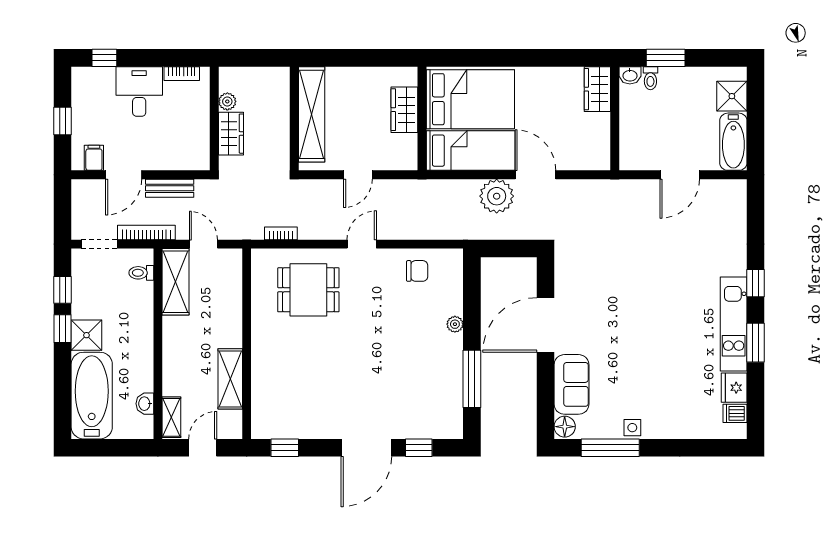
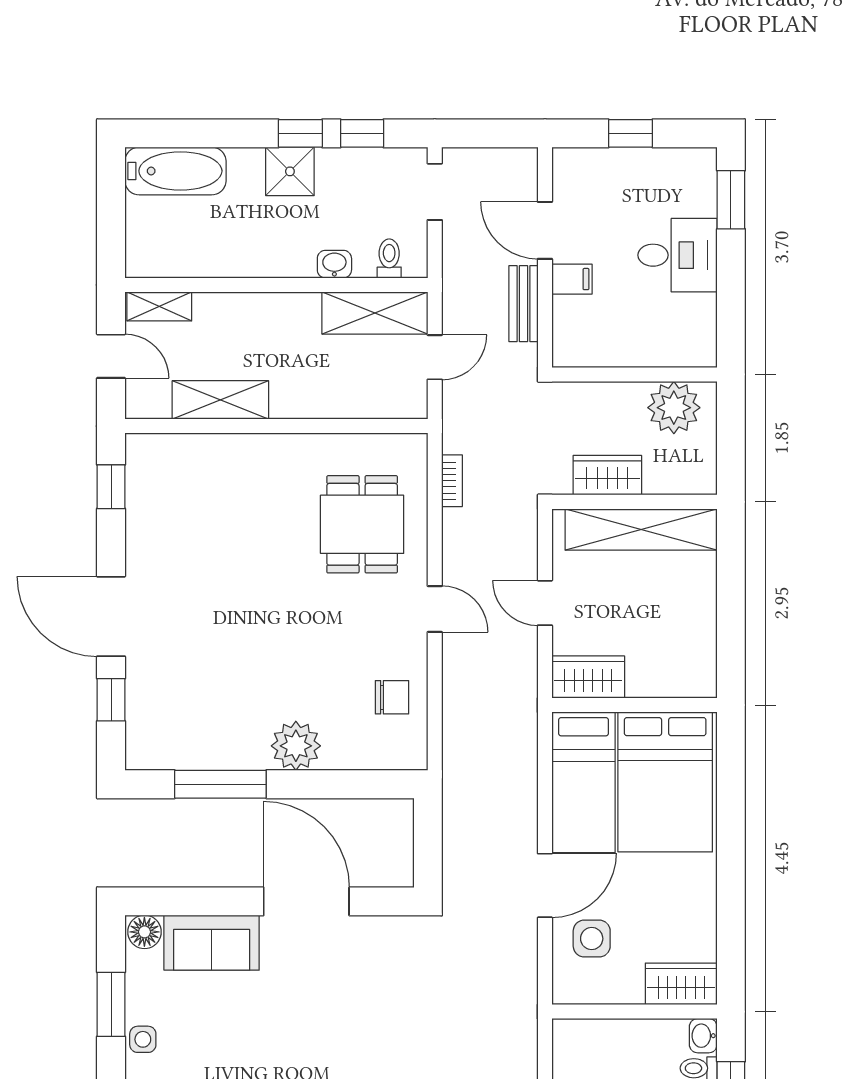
window: (104, 58) -> (731, 200), width x1.50
bookcase: (182, 74) -> (706, 323), removed
plant: (227, 101) -> (674, 408), width x1.88, depth x1.88
wardrobe: (404, 110) -> (588, 677), moved
wardrobe: (231, 134) -> (607, 475), moved, turned 180
side table: (569, 145) -> (592, 939), added
filing cabinet: (94, 158) -> (572, 279), moved
plant: (497, 196) -> (511, 824), removed
bookcase: (146, 232) -> (453, 267), removed
chair: (417, 271) -> (392, 697), turned -90
plant: (455, 324) -> (296, 746), width x1.88, depth x1.88
bathtub: (92, 396) -> (175, 171), width x0.73, depth x0.73
washbasin: (145, 404) -> (334, 264), moved
window: (610, 448) -> (111, 1004), width x0.69

